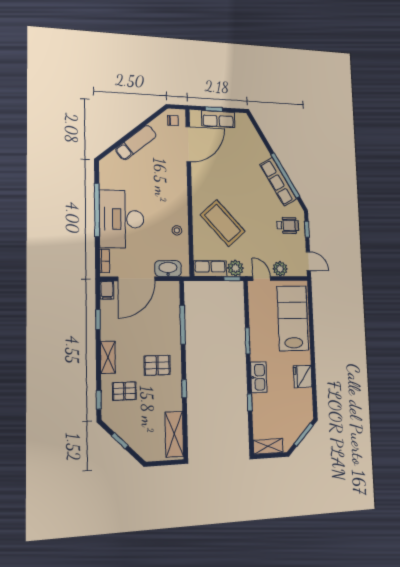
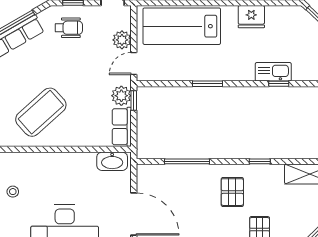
coffee table: (223, 223) -> (41, 112), moved
wheelchair: (288, 225) -> (69, 28), turned 90
stool: (177, 230) -> (13, 192), moved
washbasin: (168, 269) -> (112, 161), moved, turned -90
kitchen sink: (259, 377) -> (273, 72), moved

